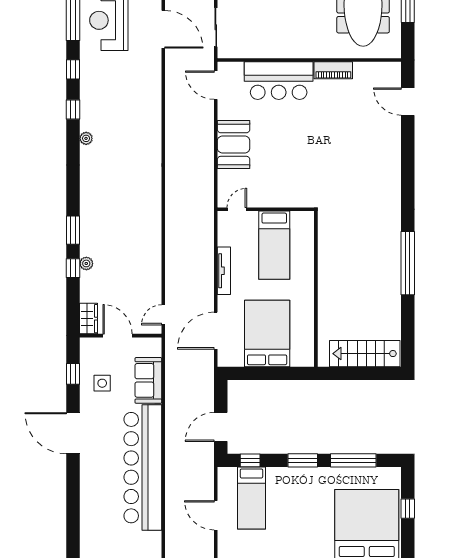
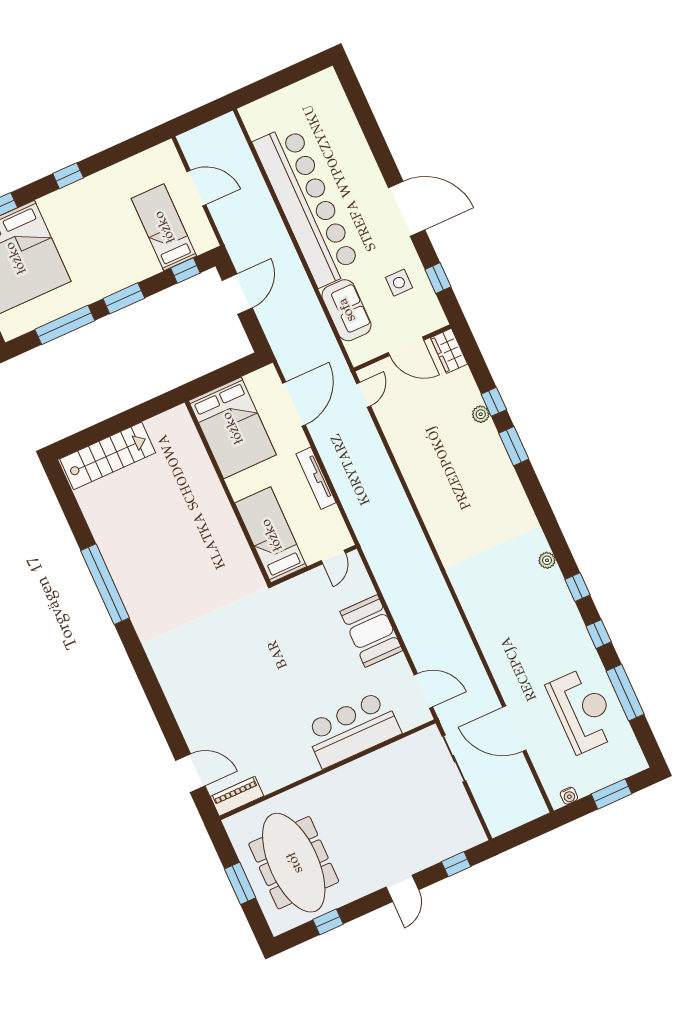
piano: (333, 70) -> (237, 796), moved
wall: (316, 289) -> (228, 493), moved

